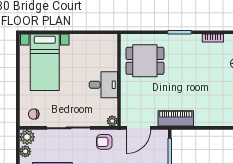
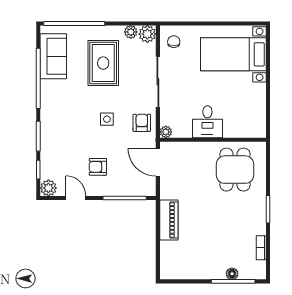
piano: (176, 118) -> (169, 220), moved

